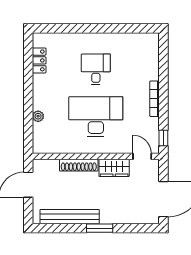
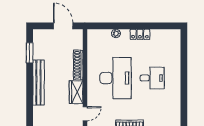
locker: (39, 60) -> (140, 34), moved
bench: (70, 217) -> (38, 82), moved
window: (100, 228) -> (30, 53), moved

